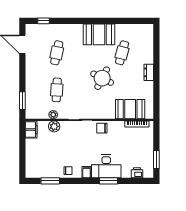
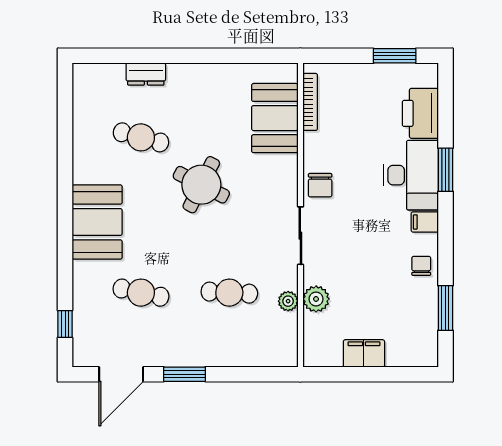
booth: (99, 34) -> (97, 222), moved
dresser: (149, 72) -> (146, 74), moved
window: (22, 101) -> (184, 374), moved
filing cabinet: (31, 130) -> (364, 353), moved
printer: (137, 173) -> (420, 113), width x1.87, depth x1.48

